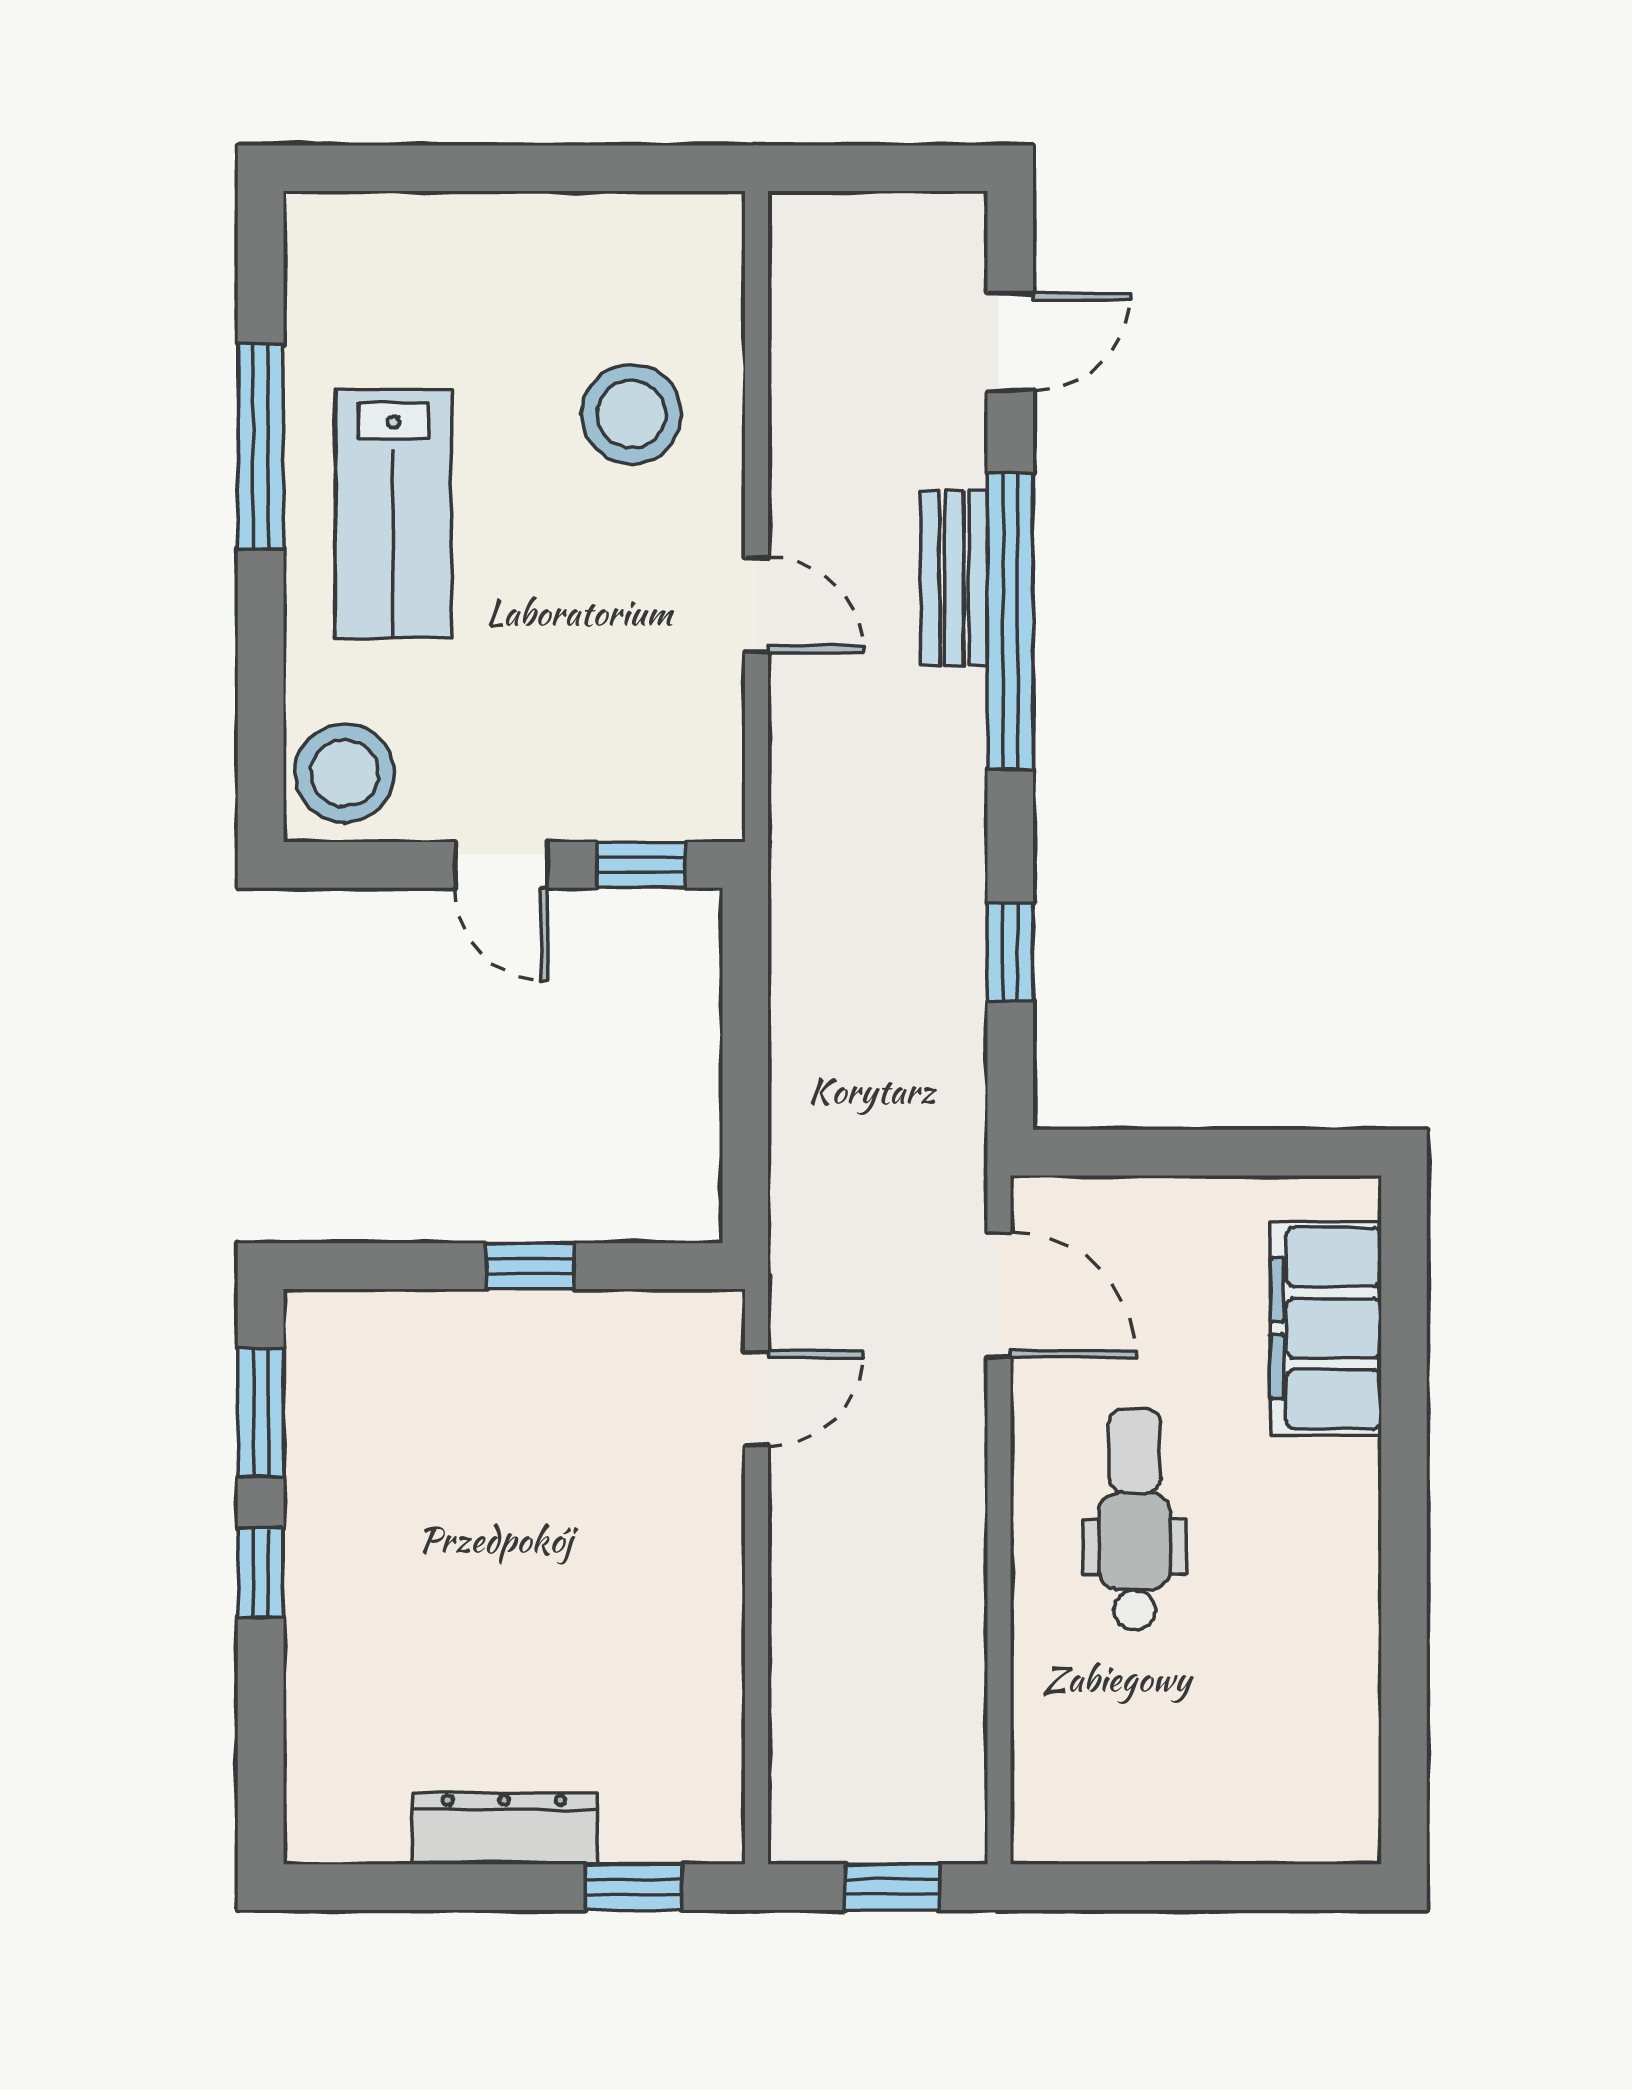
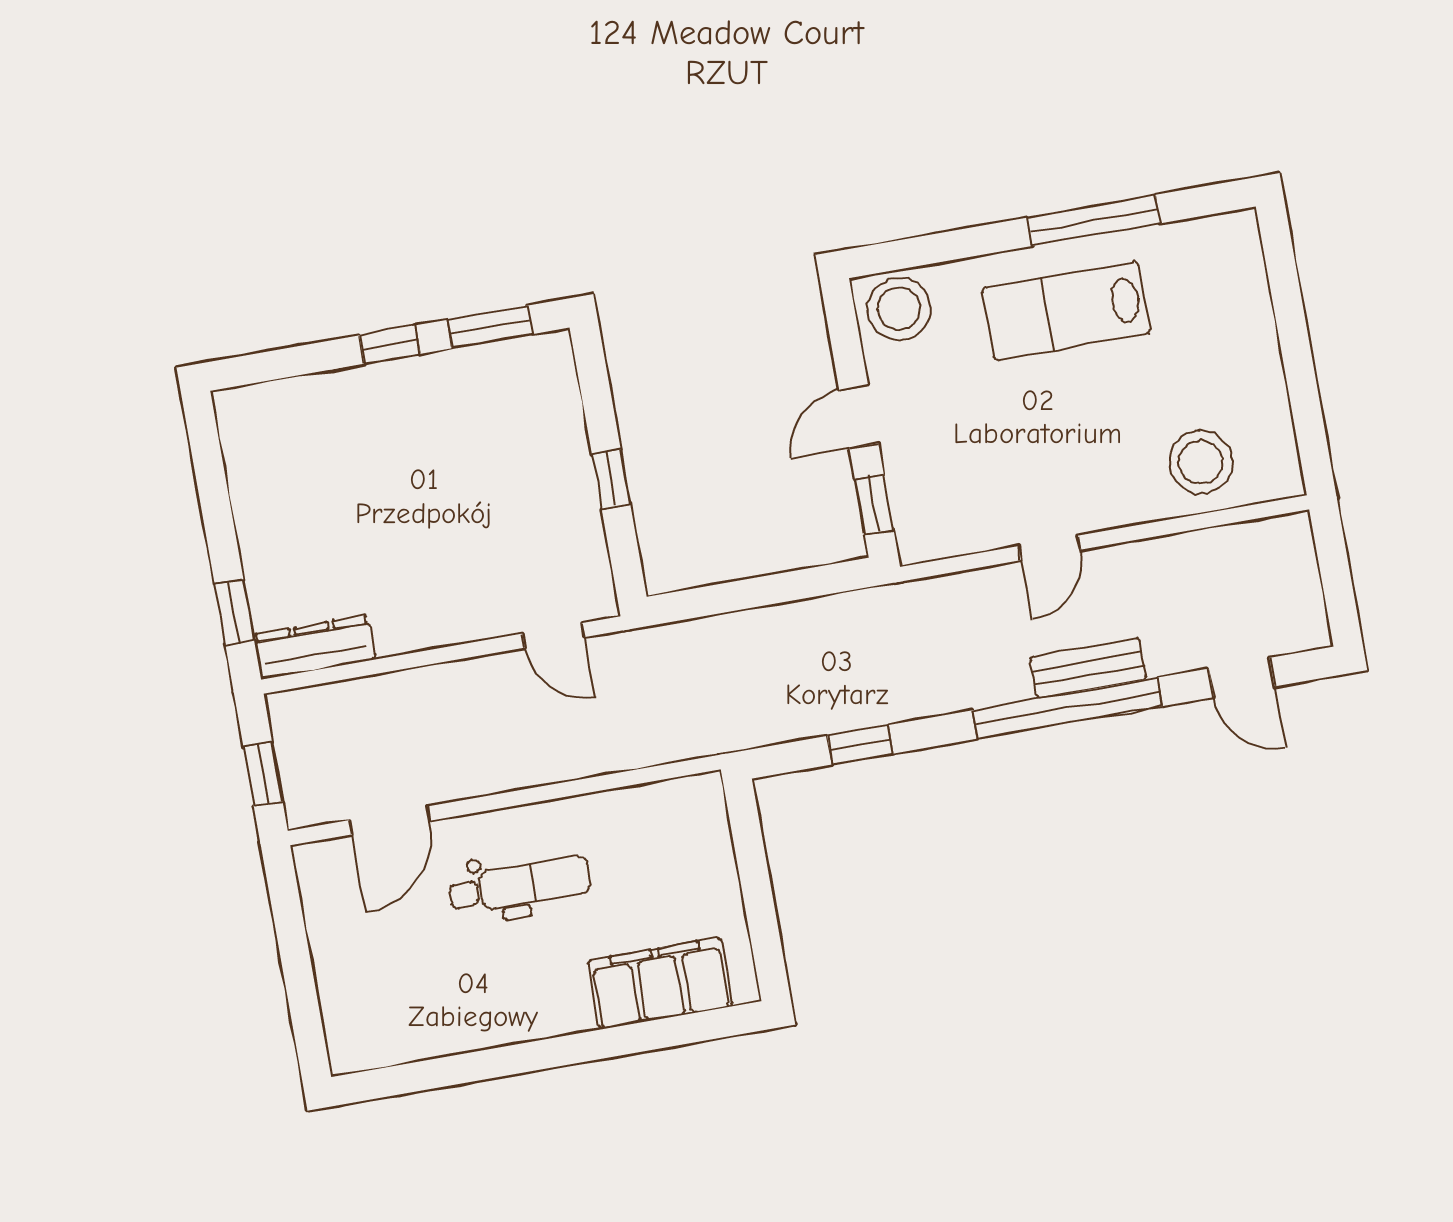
stool: (632, 414) -> (1201, 462), moved
door: (999, 1295) -> (390, 820), moved
dresser: (504, 1828) -> (315, 647), moved, turned -90

